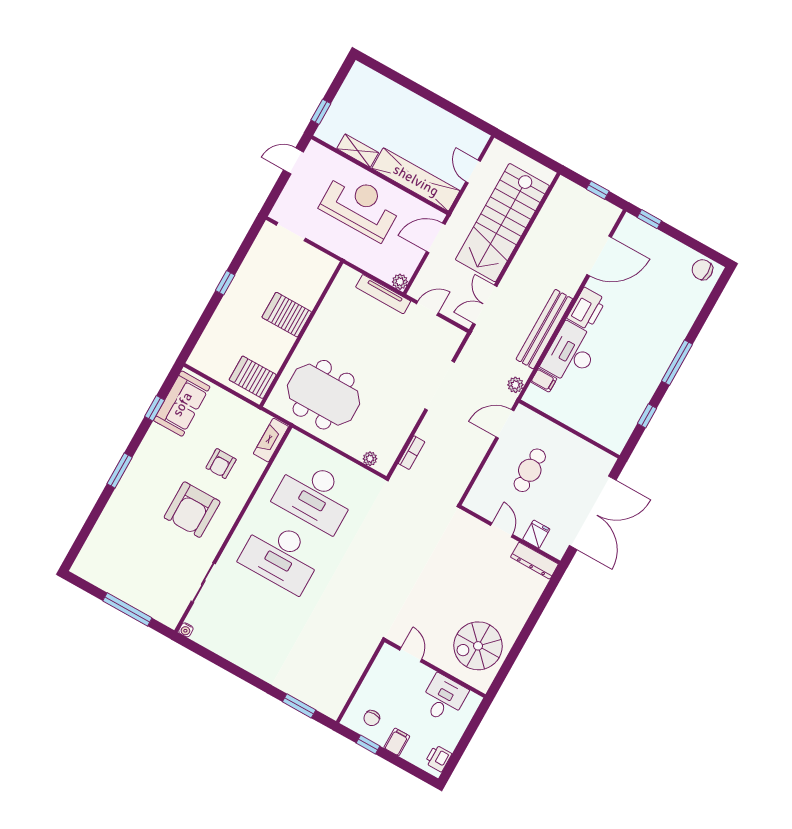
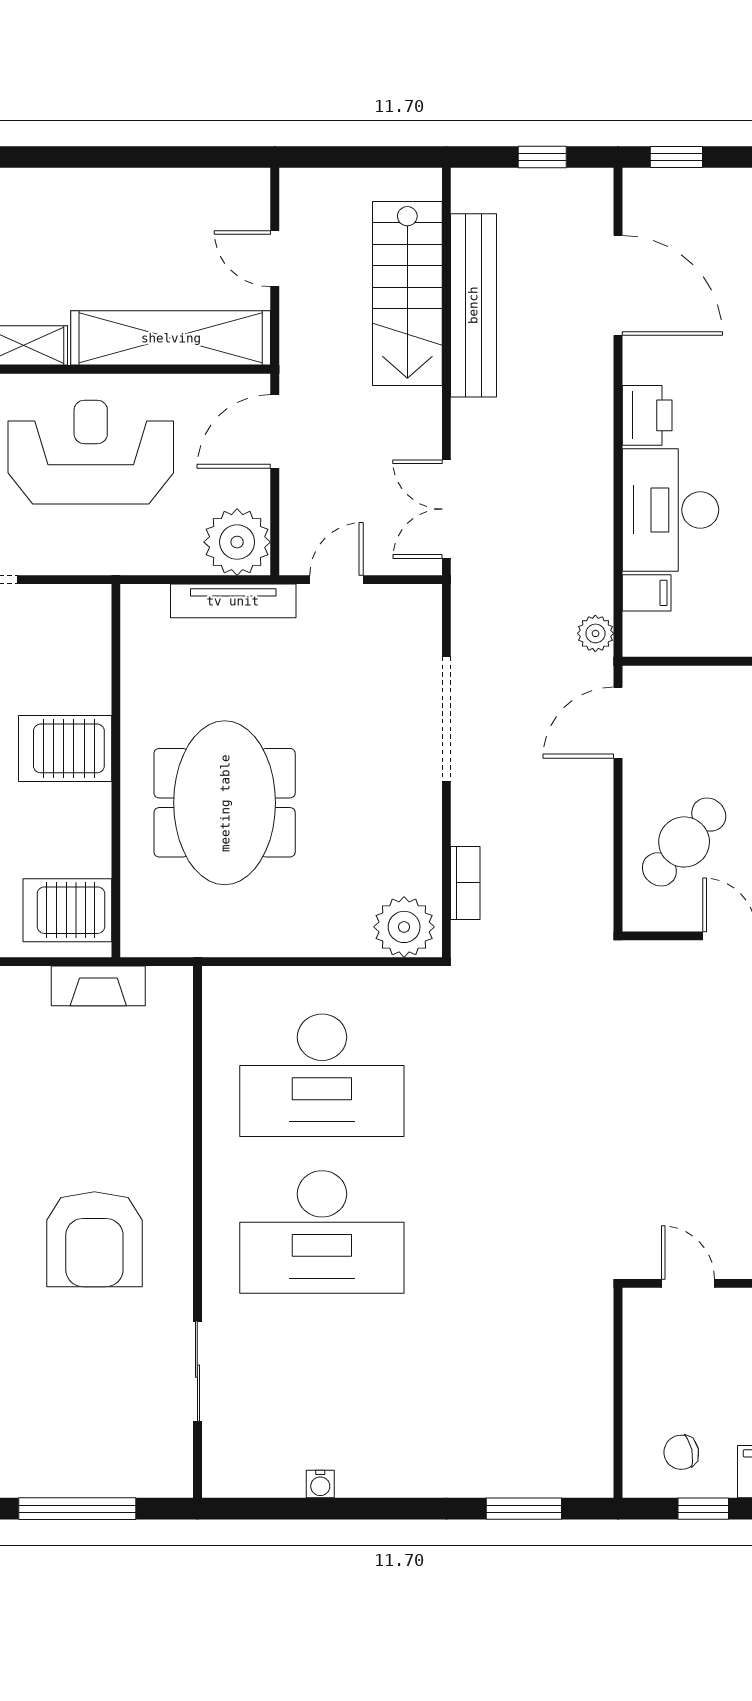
stairs: (502, 223) -> (407, 294), width x0.73, depth x0.66
door: (599, 256) -> (618, 285), hinge flipped
plant: (400, 282) -> (237, 542), width x1.87, depth x1.87
printer: (587, 309) -> (647, 415), width x0.73, depth x0.84
bench: (544, 329) -> (473, 305), moved
meeting table: (324, 395) -> (225, 803), moved, turned 90
fireplace: (271, 440) -> (98, 986), moved, turned -90
plant: (370, 459) -> (404, 927), width x1.88, depth x1.88
armchair: (221, 464) -> (101, 1116), removed
cafe table: (530, 470) -> (684, 842), moved, turned 42
water cooler: (186, 630) -> (320, 1484), moved
chair: (372, 718) -> (681, 1452), turned 78

